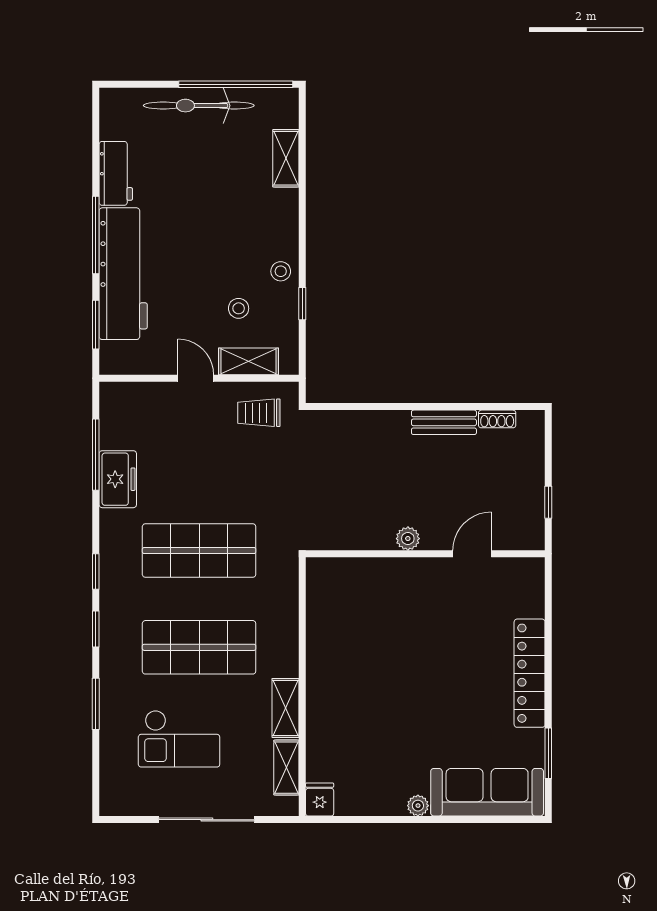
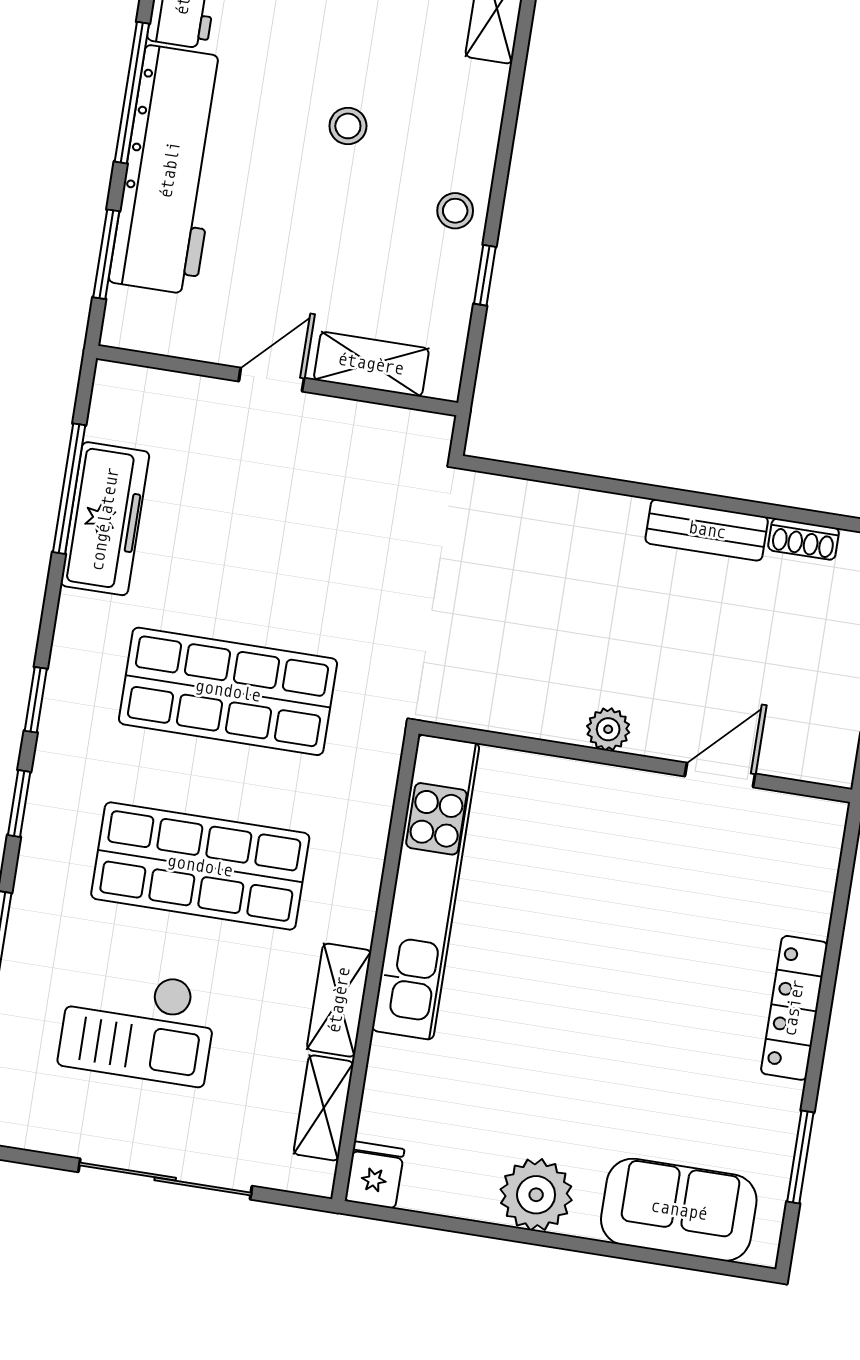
stool: (239, 308) -> (348, 126), moved
door: (196, 378) -> (271, 380), hinge flipped
trolley: (259, 413) -> (375, 460), removed
freezer: (118, 479) -> (105, 519), width x1.40
kitchen unit: (323, 639) -> (426, 887), added
locker: (530, 673) -> (794, 1008), width x0.71, depth x0.83
sofa: (487, 792) -> (679, 1210), width x0.73
plant: (418, 806) -> (536, 1195), width x1.88, depth x1.88

